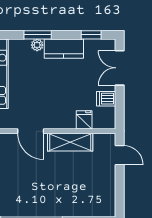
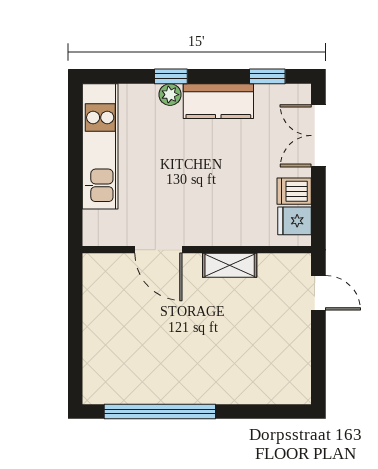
window: (38, 35) -> (171, 76), width x0.67
fridge: (84, 120) -> (295, 221), moved, turned -90
shelving: (70, 142) -> (230, 265), width x0.67, depth x0.75

